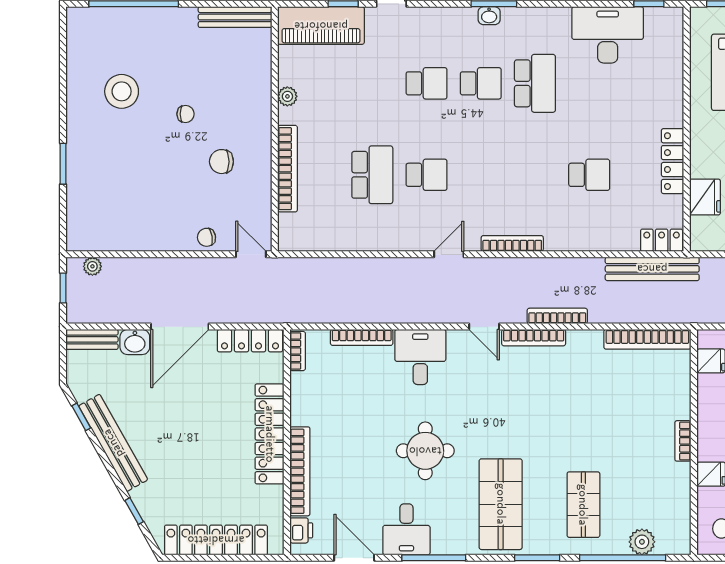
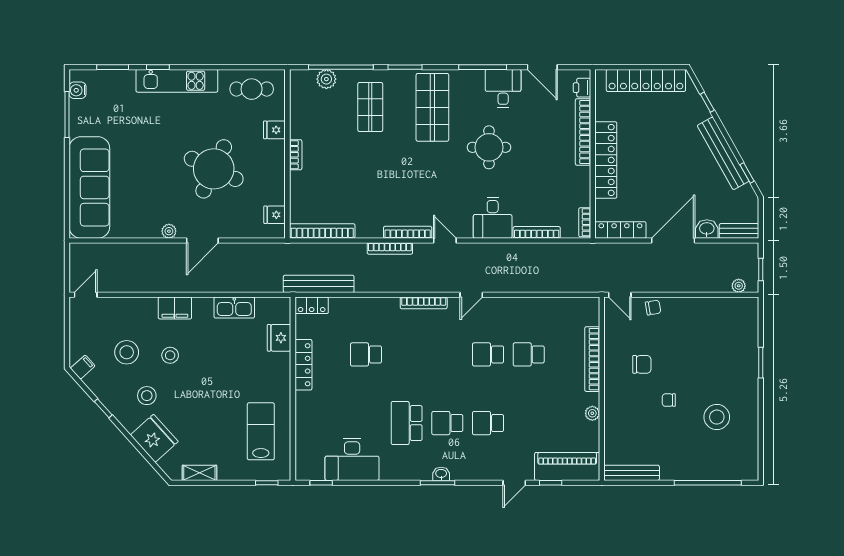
school desk: (372, 175) -> (529, 354), width x0.54

